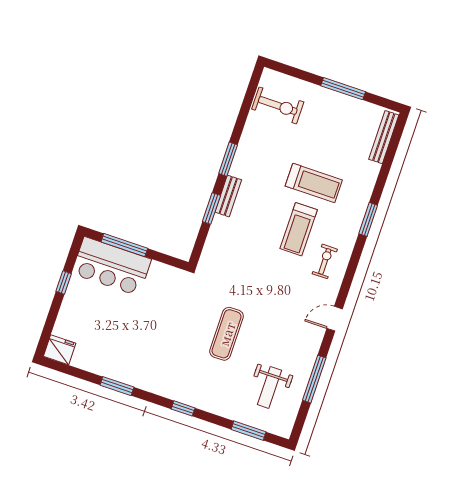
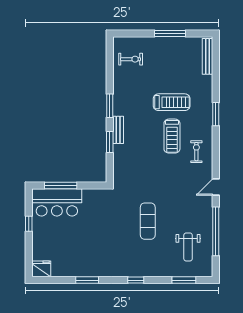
exercise bike: (278, 105) -> (131, 59), width x0.73, depth x0.72
window: (314, 379) -> (216, 231), width x1.46

